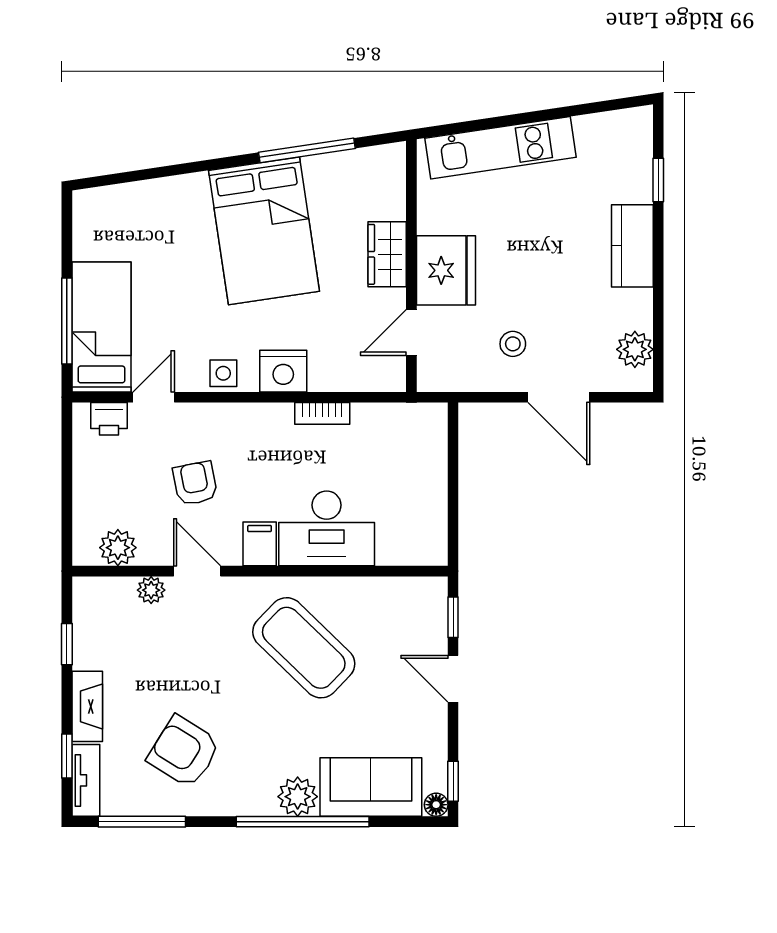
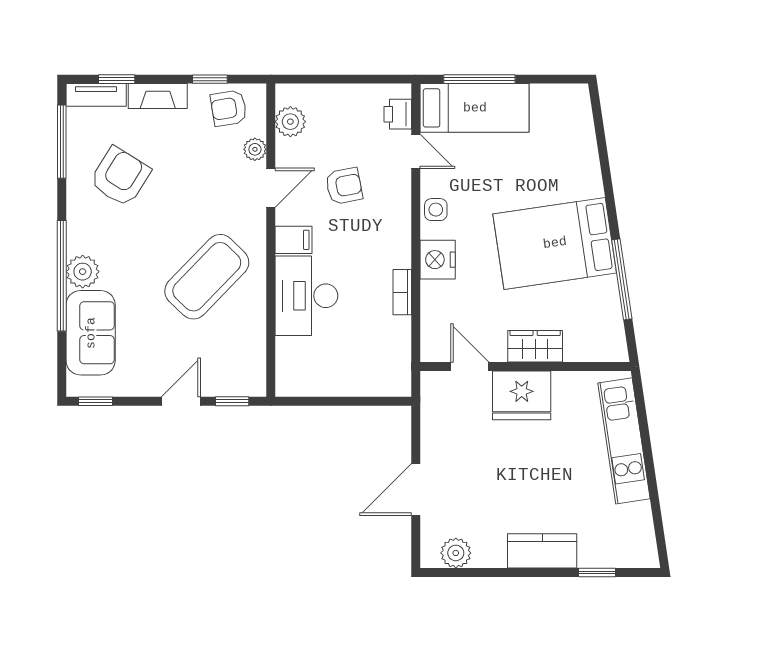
stool: (513, 344) -> (460, 451), removed
armchair: (102, 622) -> (229, 108), added
floor lamp: (436, 805) -> (76, 387), removed

